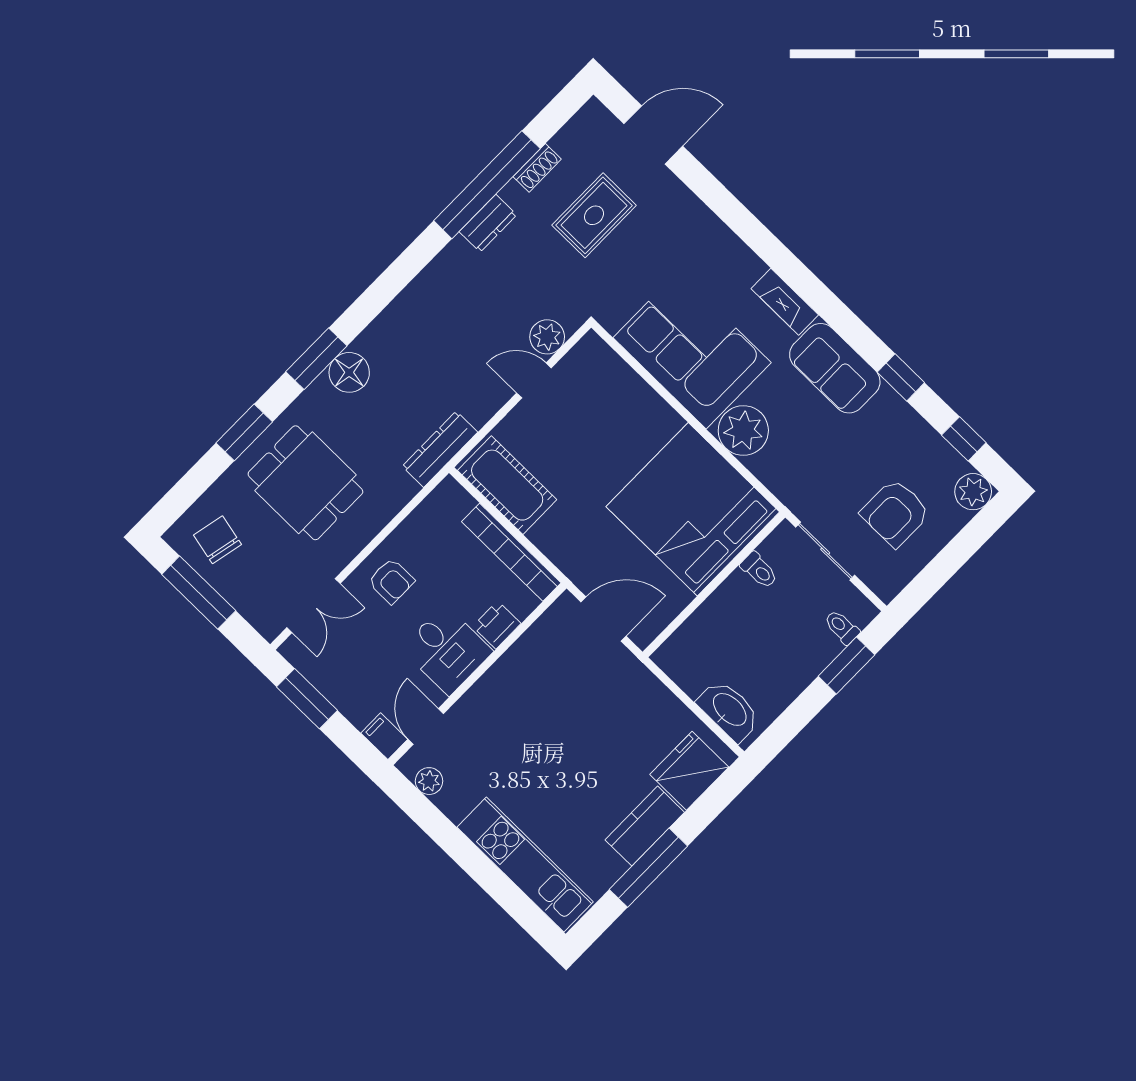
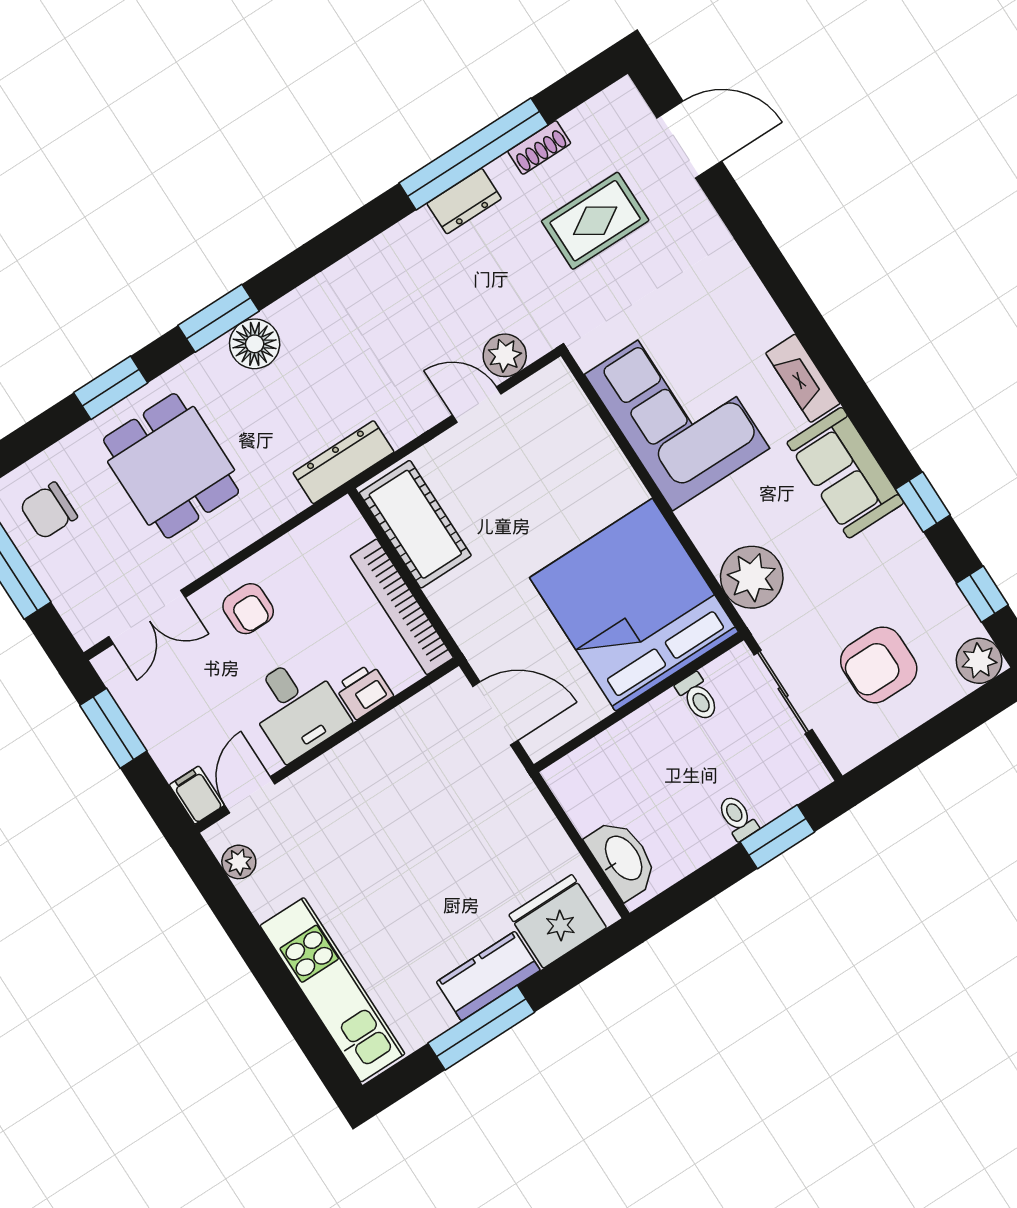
plant: (743, 431) -> (752, 577), moved
chair: (217, 540) -> (48, 511), turned -102
toilet: (842, 627) -> (738, 818), moved

